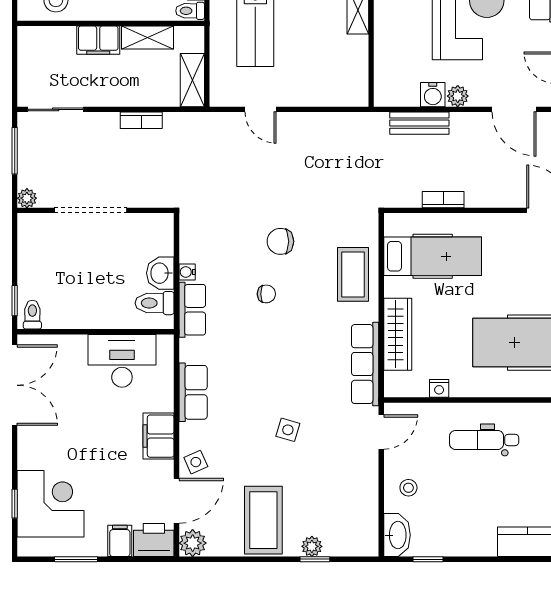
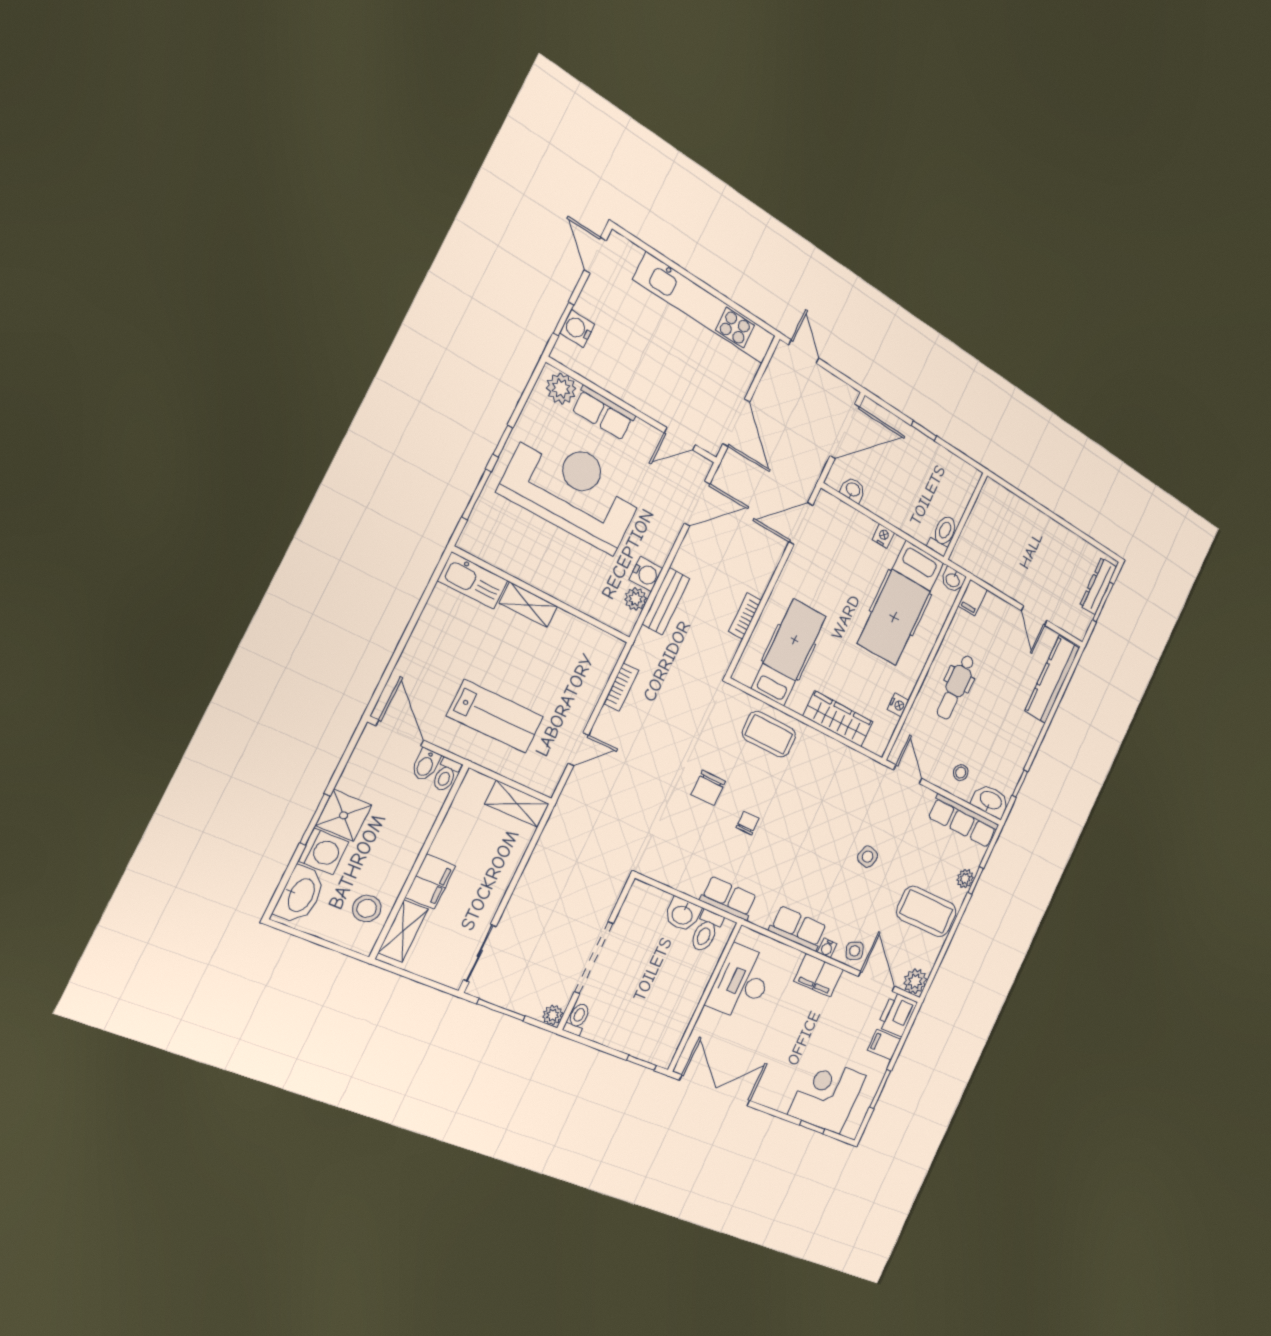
shelving: (147, 37) -> (403, 931), moved
plant: (458, 96) -> (636, 599), moved
bookcase: (141, 120) -> (621, 687), moved
water cooler: (187, 272) -> (827, 948), moved
toilet: (32, 315) -> (577, 1019), moved, turned 90
row of seats: (365, 364) -> (963, 821), moved

